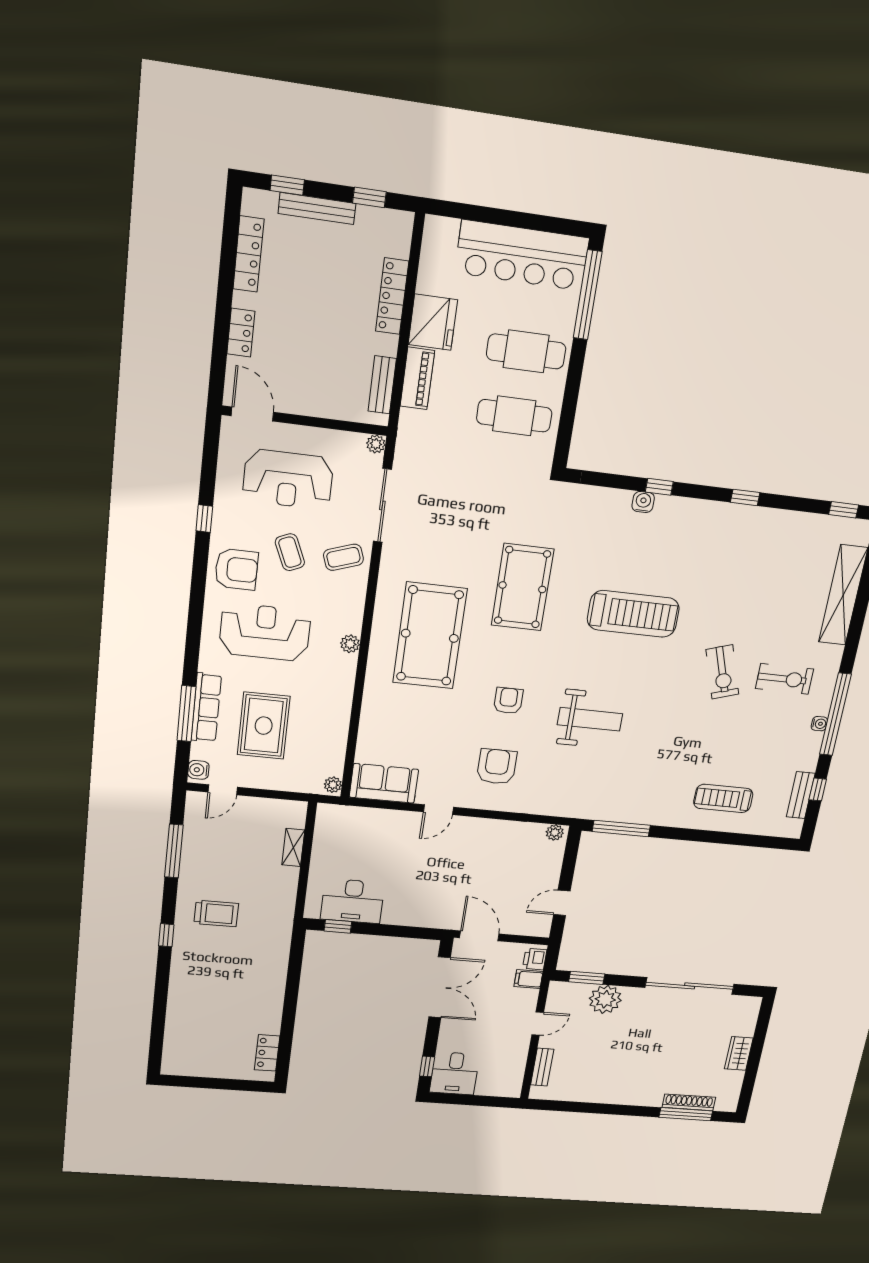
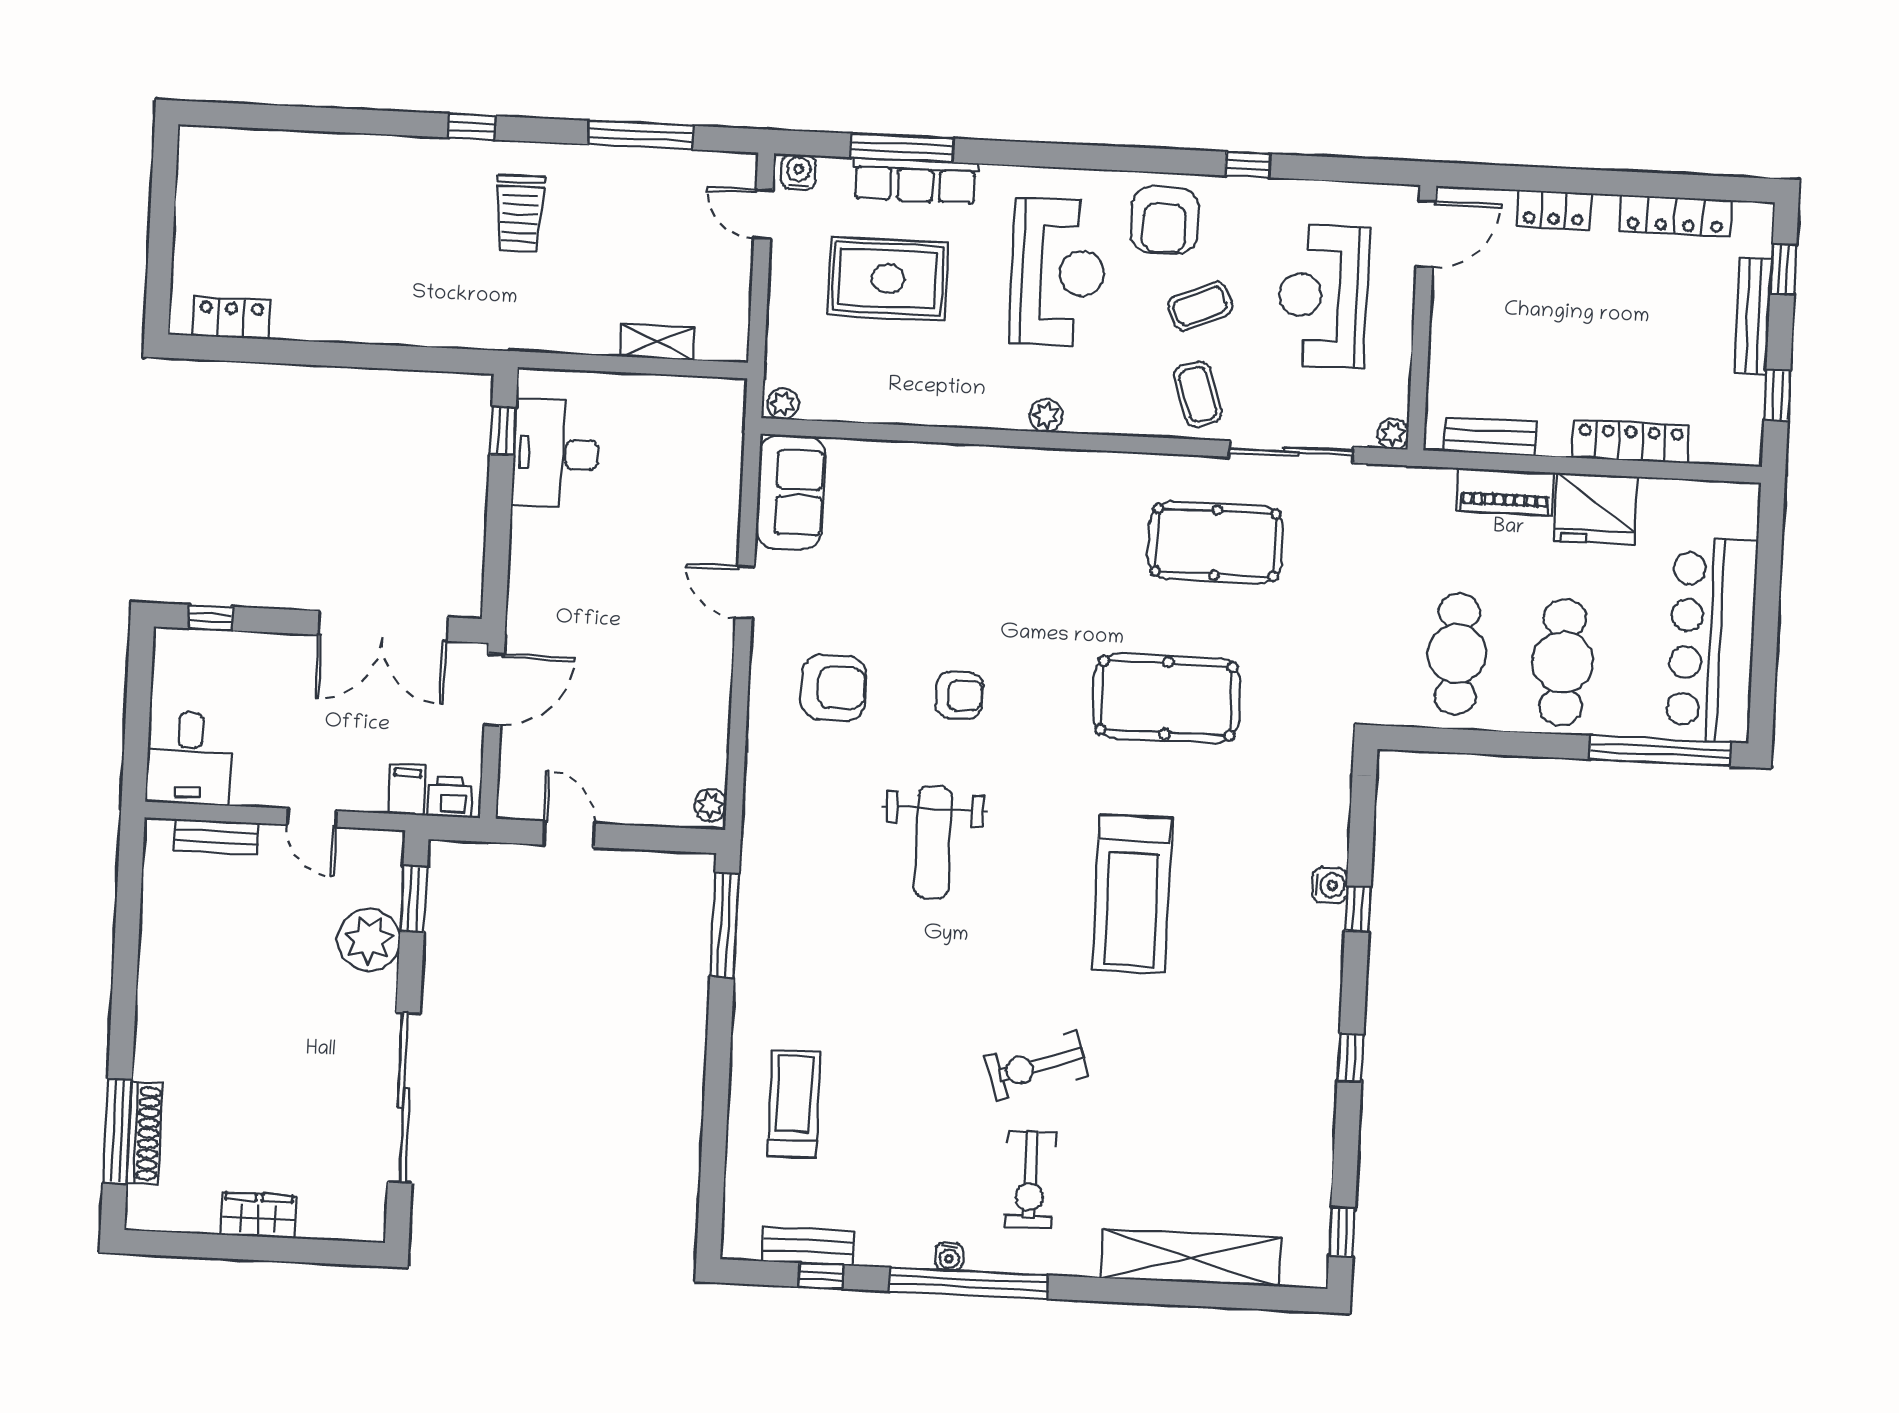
pool table: (430, 636) -> (1216, 543), moved, width x0.73, depth x0.76
desk: (455, 1073) -> (189, 758), moved, turned -90

